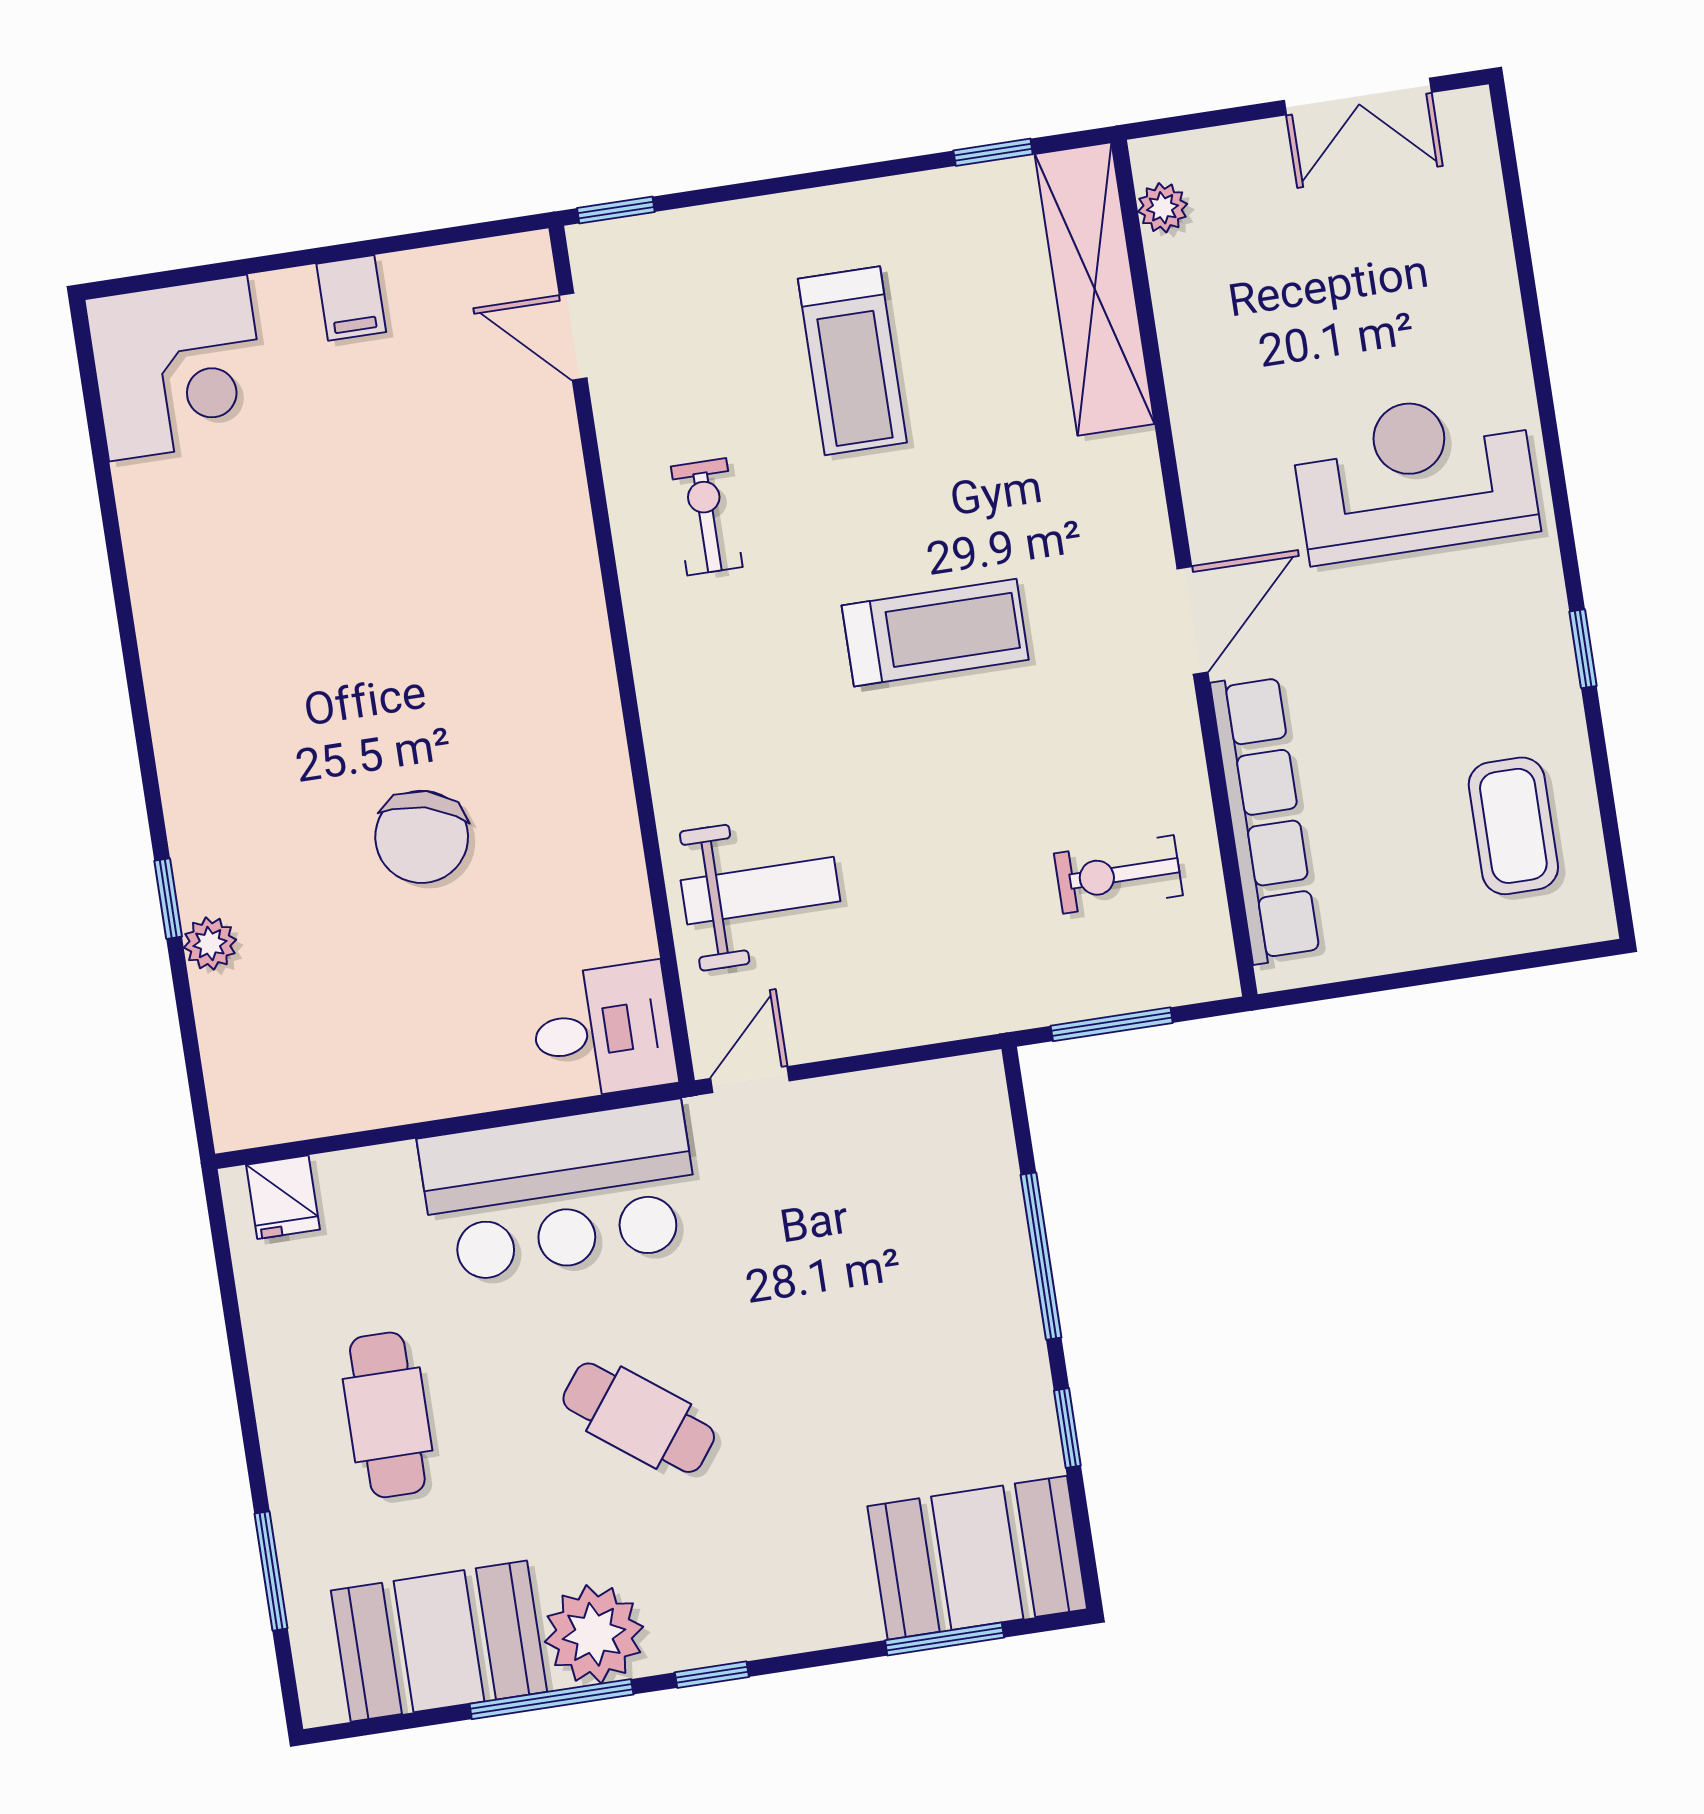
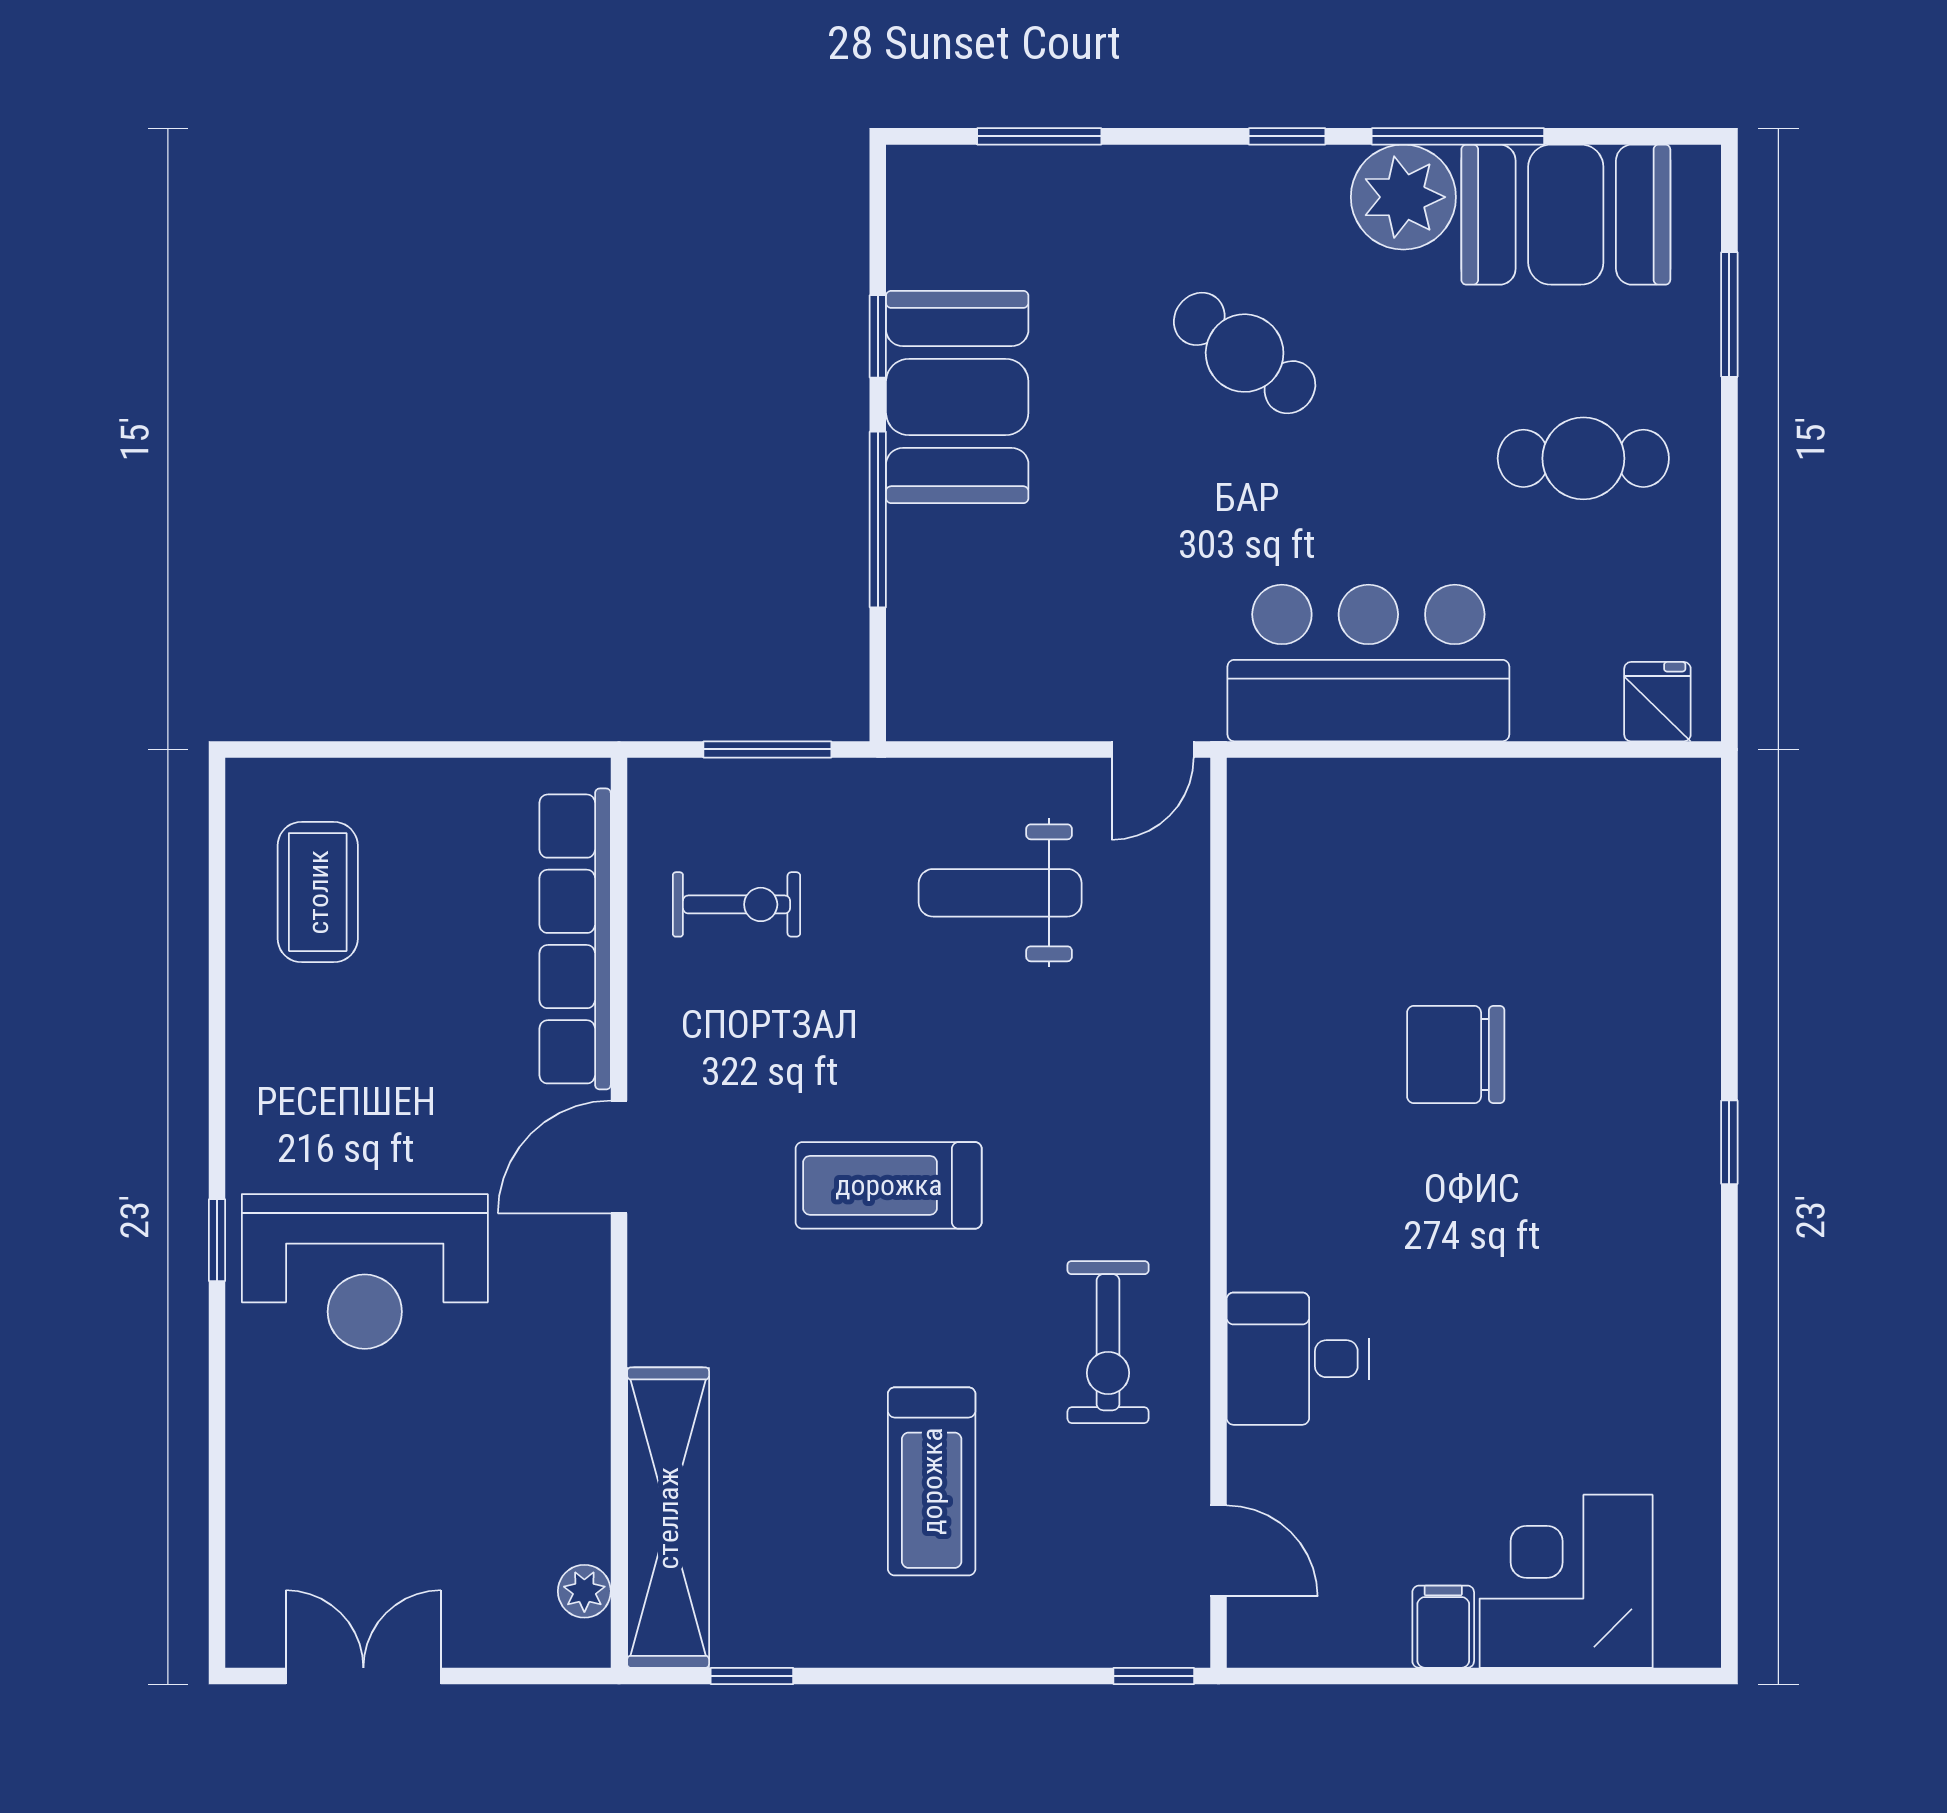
treadmill: (852, 361) -> (932, 1481), turned 180
corner desk: (178, 368) -> (1566, 1581), moved
exercise bike: (707, 517) -> (1108, 1342), width x1.38, depth x1.39
window: (1583, 649) -> (217, 1240), moved
chair: (422, 837) -> (1456, 1055), turned -105
weight bench: (761, 891) -> (1000, 893), moved
window: (168, 899) -> (1729, 1142), moved
plant: (210, 944) -> (1693, 977), removed
desk: (603, 1031) -> (1298, 1359), moved
cafe table: (387, 1415) -> (1583, 458), turned 90
cafe table: (639, 1418) -> (1245, 353), moved
booth: (977, 1558) -> (957, 397), moved, turned 90

